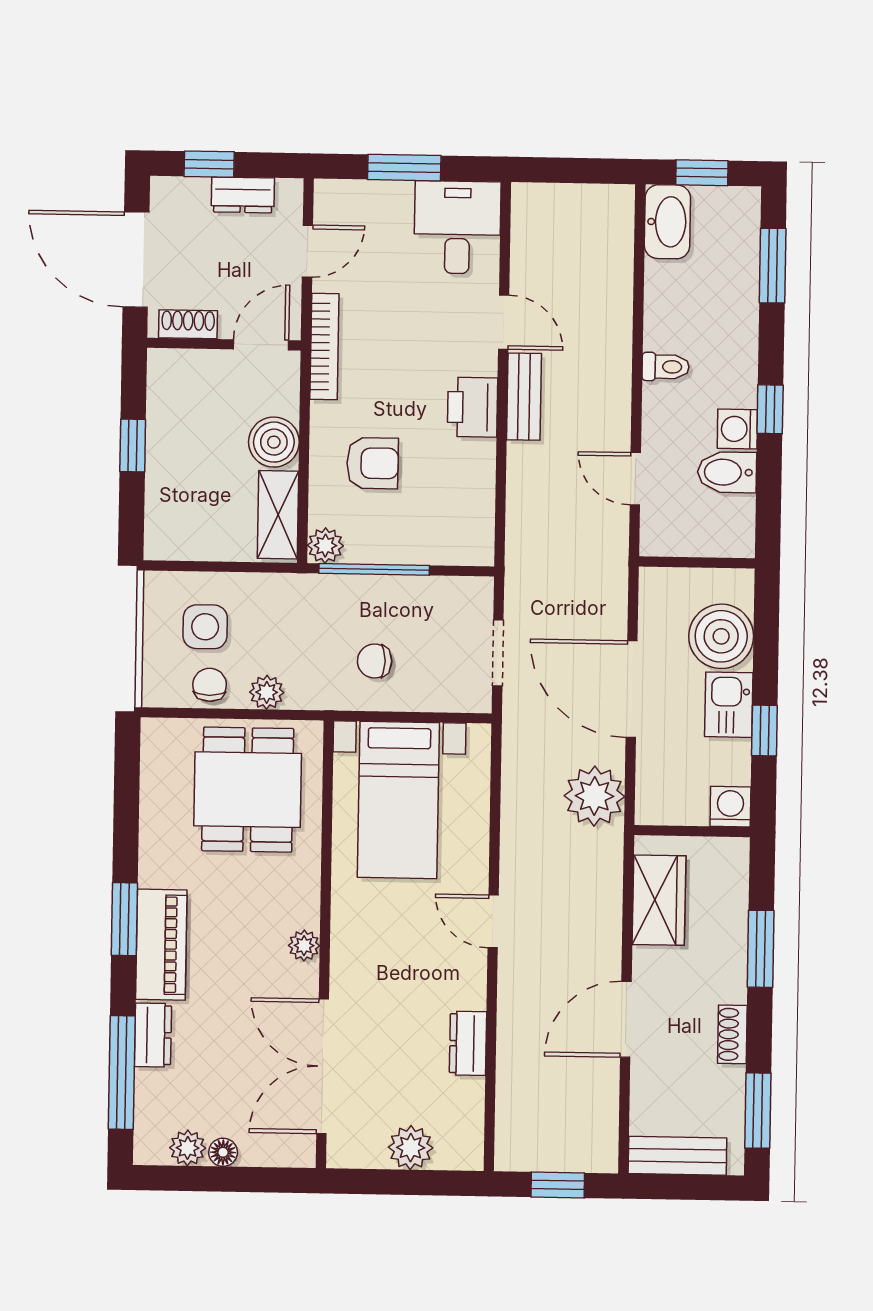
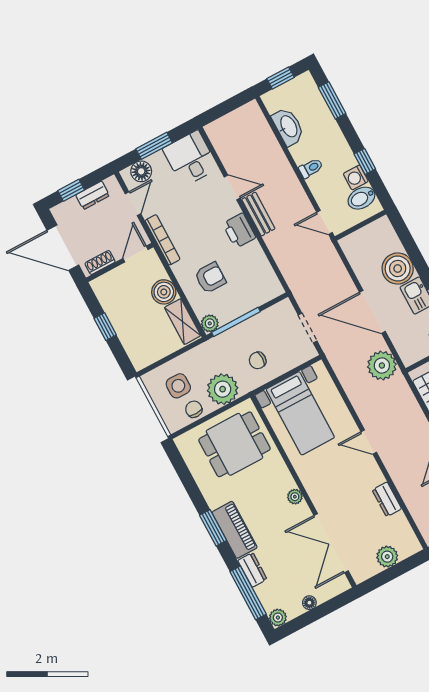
floor lamp: (355, 201) -> (141, 171), added
washbasin: (667, 222) -> (288, 127), moved
wall: (697, 562) -> (360, 225), moved
plant: (267, 692) -> (223, 389), width x1.88, depth x1.88
dining table: (248, 790) -> (234, 444), turned 90
plant: (188, 1148) -> (278, 618), moved

